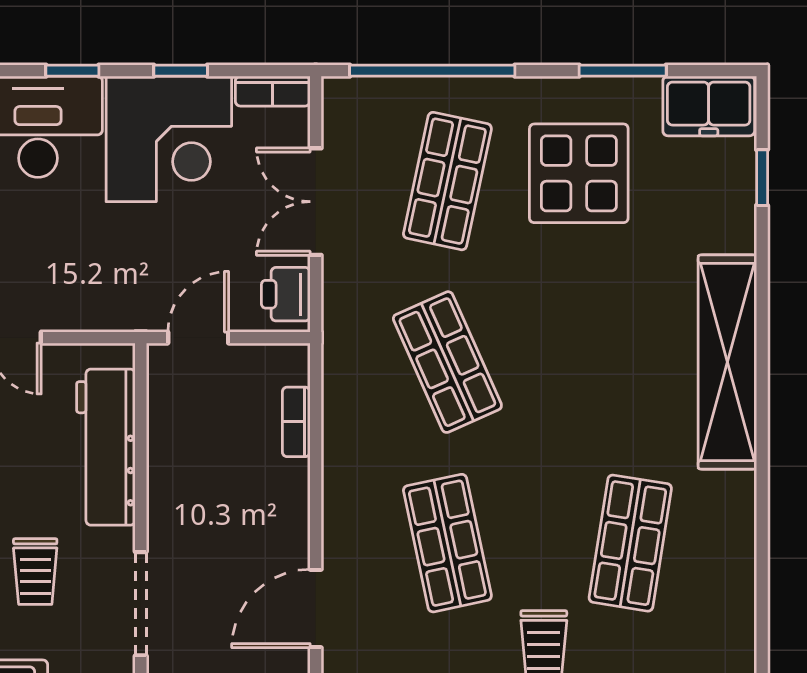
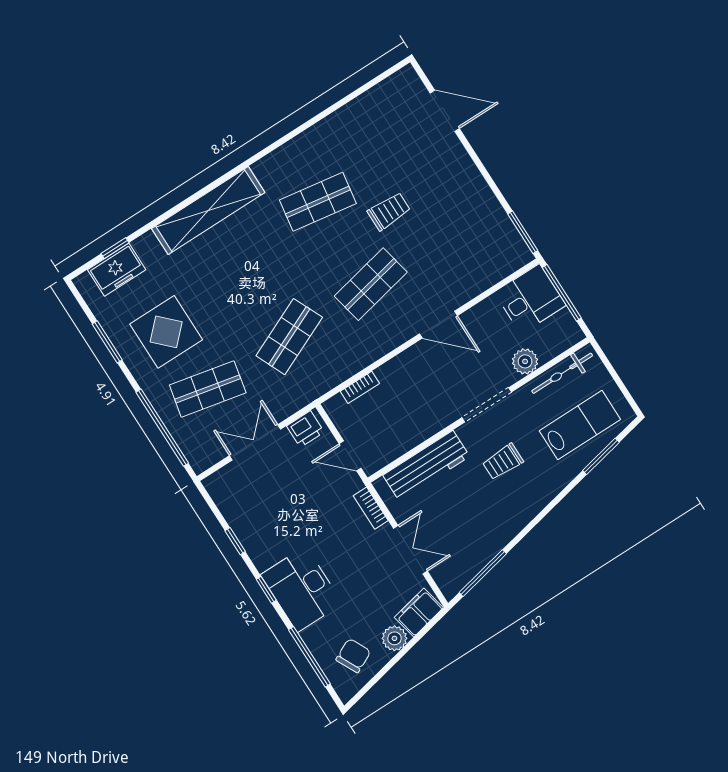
bookcase: (273, 91) -> (371, 508), moved, turned 180
freezer: (709, 106) -> (117, 270), moved, turned 90
corner desk: (169, 139) -> (269, 527), removed
double door: (316, 202) -> (255, 442), swing flipped
trolley: (35, 572) -> (503, 462), turned 180

